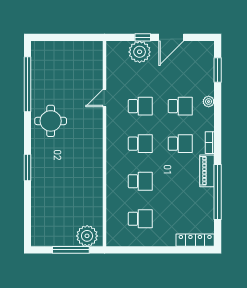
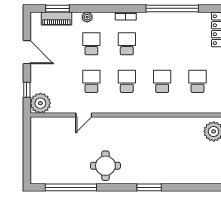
window: (143, 37) -> (27, 90), moved
plant: (140, 52) -> (40, 103), moved
door: (105, 98) -> (84, 115), hinge flipped
piano: (207, 171) -> (56, 19), moved

